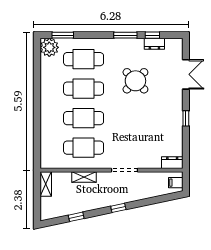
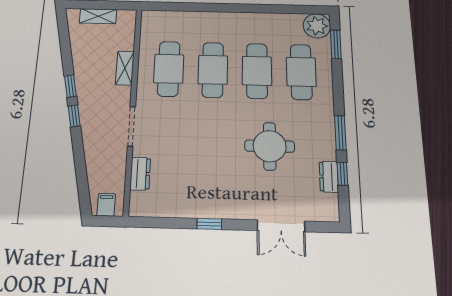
round table: (135, 81) -> (270, 146), turned 45
dresser: (172, 163) -> (140, 174), moved
shelving: (46, 184) -> (98, 16), moved
window: (76, 217) -> (70, 86), moved

